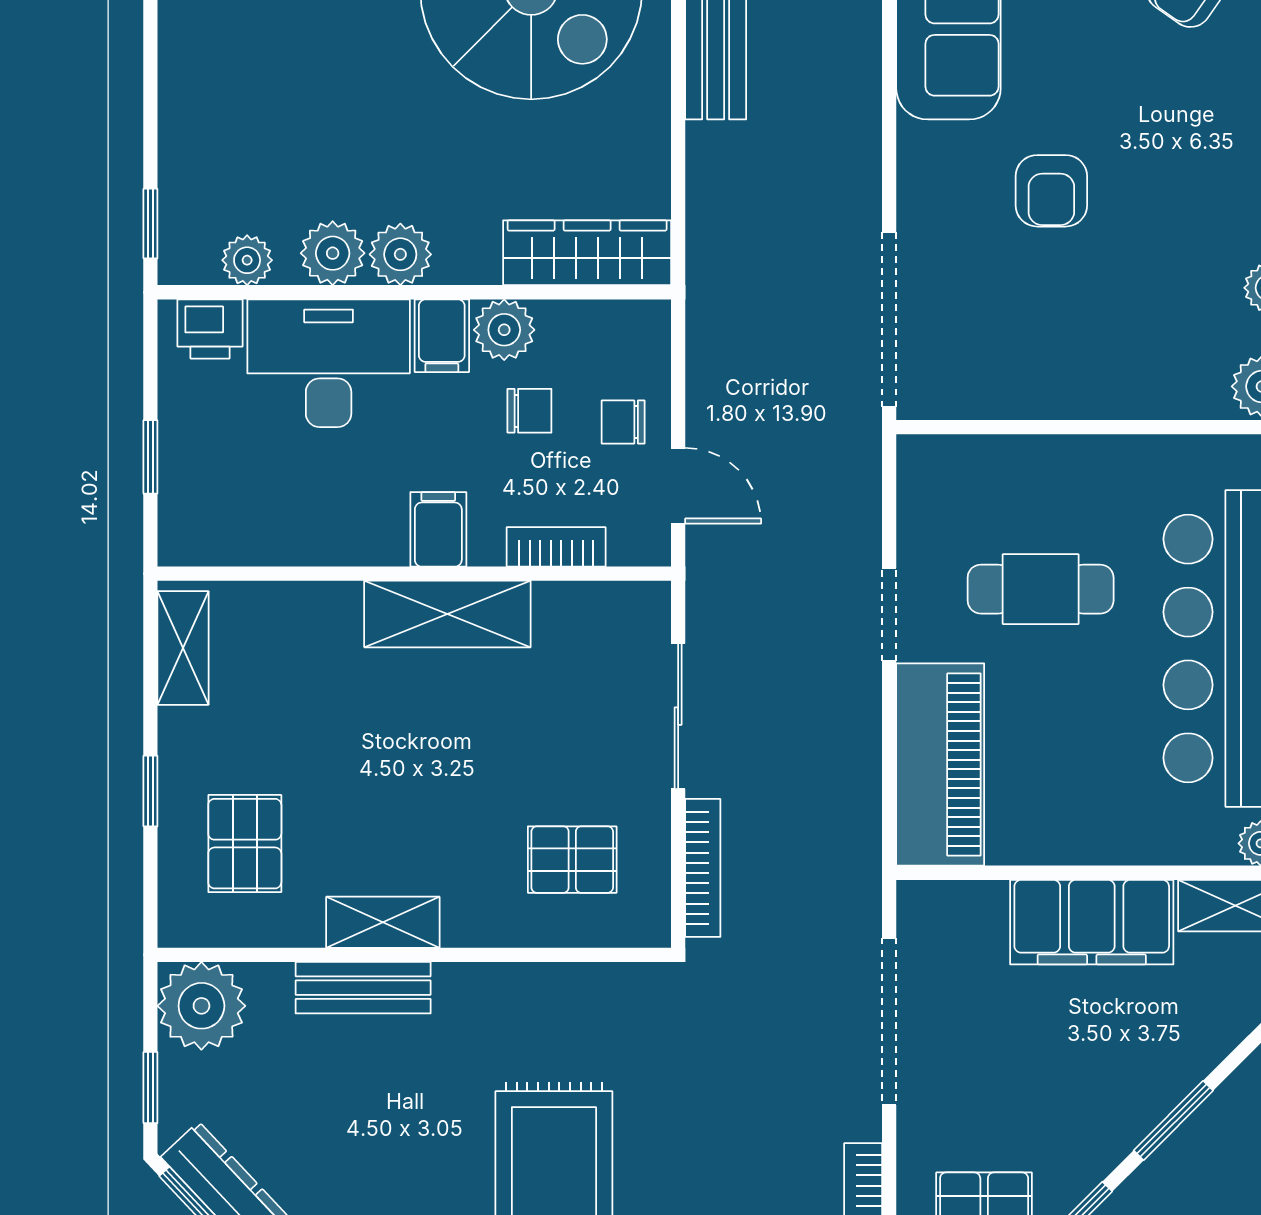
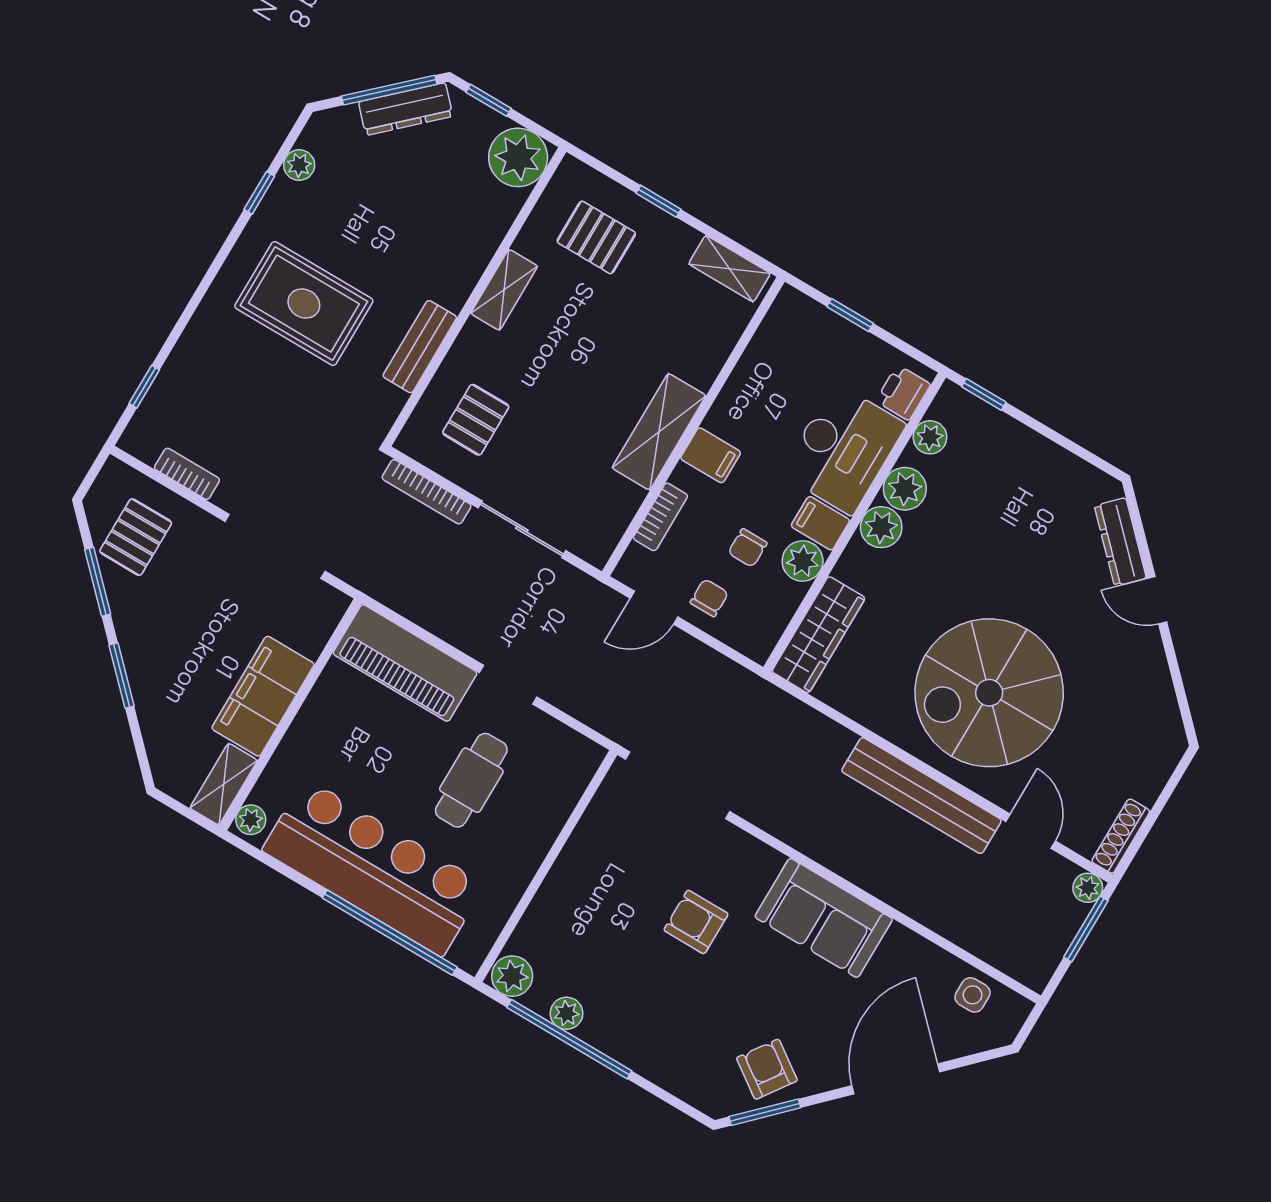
bench: (363, 988) -> (420, 347), moved

